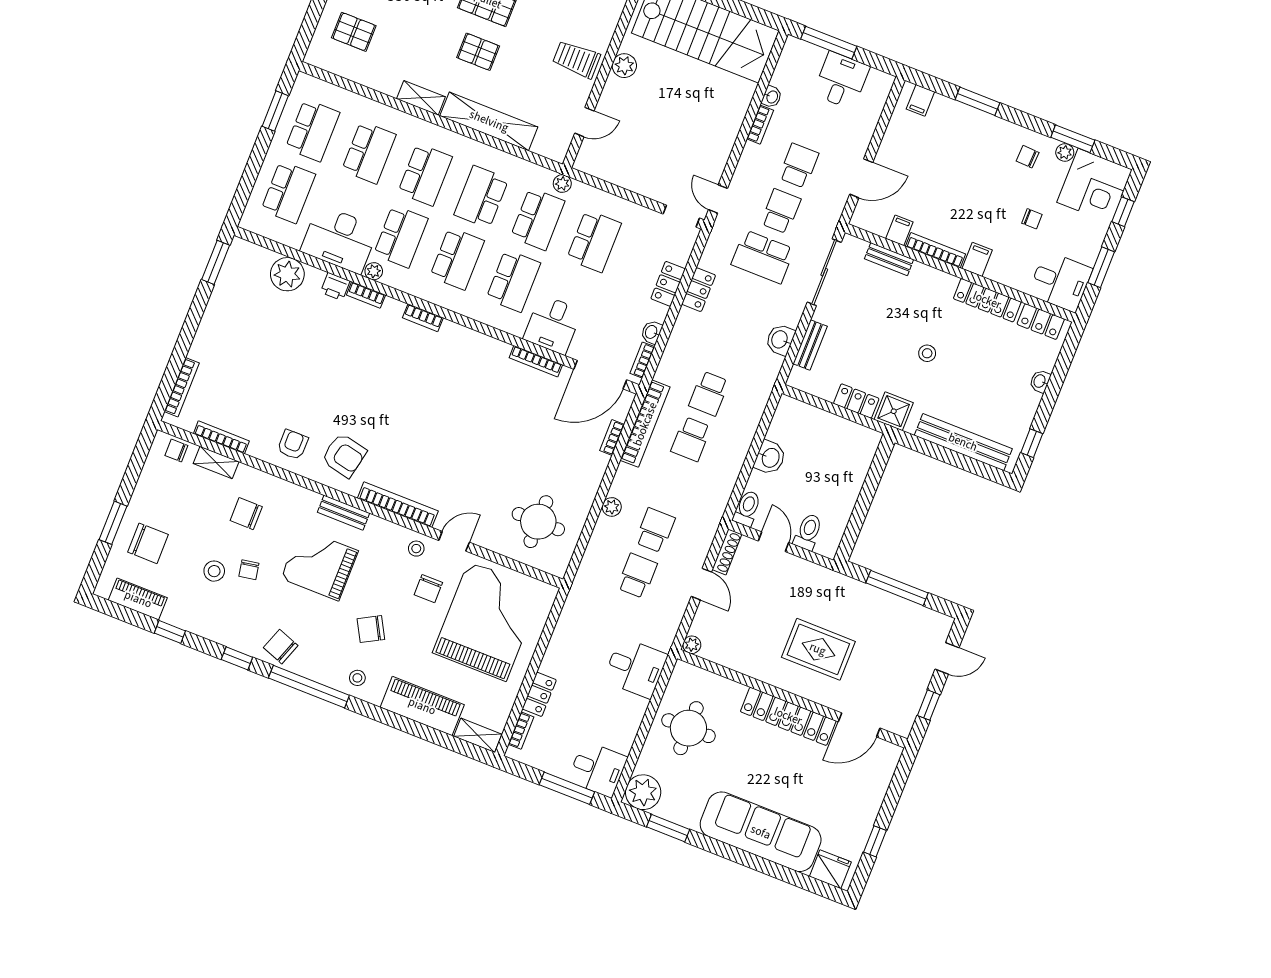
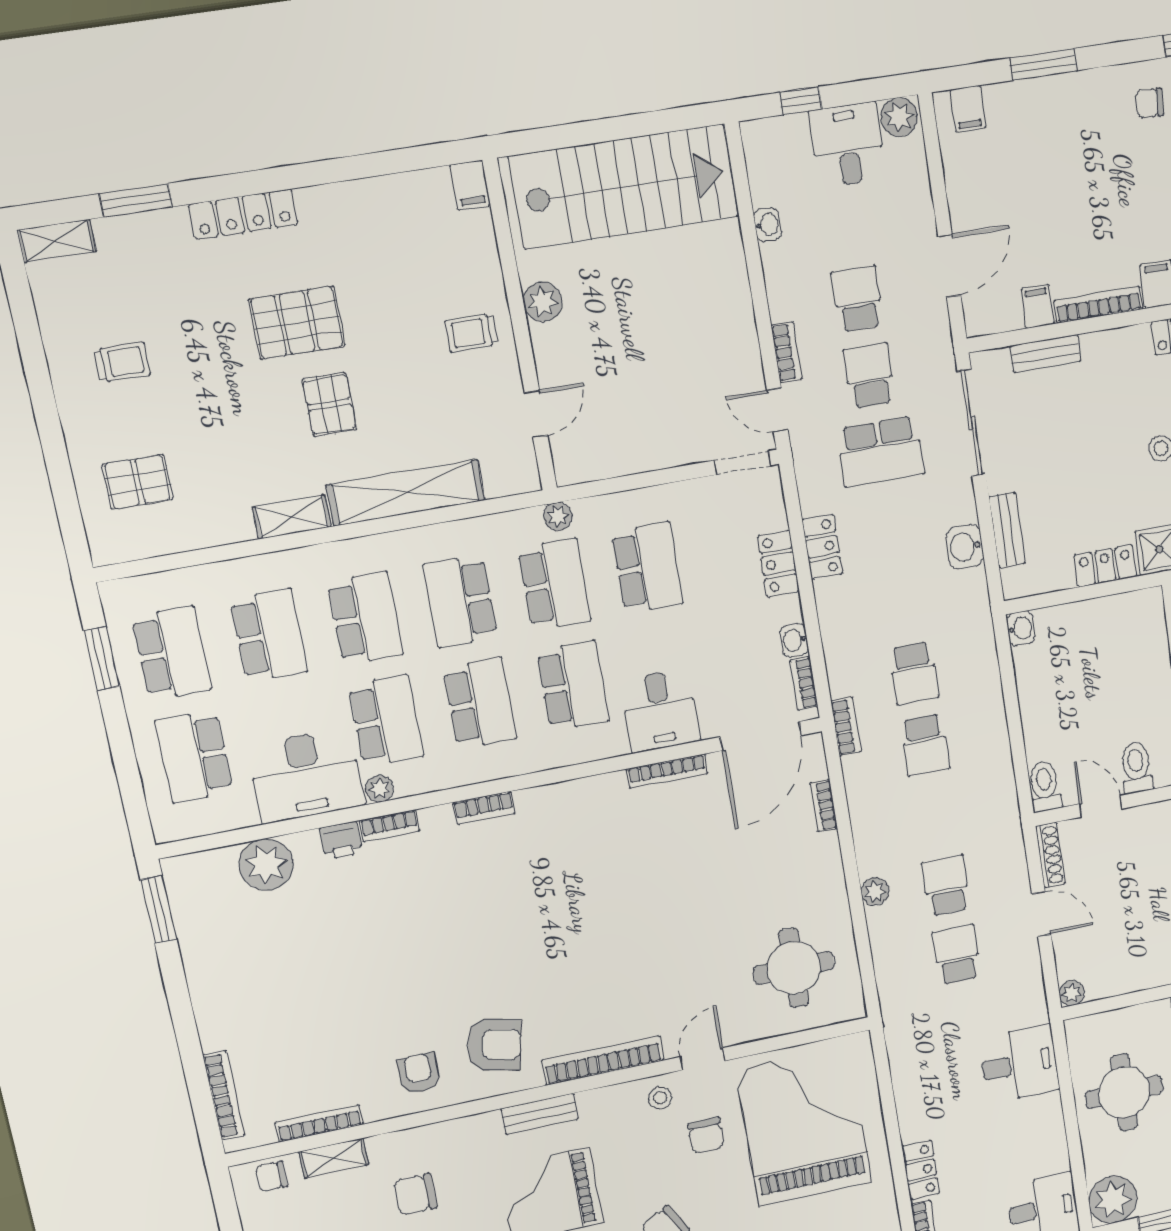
window: (829, 43) -> (801, 101), width x0.46
pallet: (478, 52) -> (329, 405), turned 90
trolley: (576, 59) -> (472, 333), width x0.73, depth x0.72
plant: (879, 82) -> (899, 117), added
bookcase: (760, 125) -> (787, 352), moved
school desk: (288, 192) -> (194, 757), turned 180
bookcase: (645, 424) -> (846, 727), width x0.43, depth x0.76
washbasin: (770, 458) -> (1021, 628), moved, width x0.72, depth x0.69

